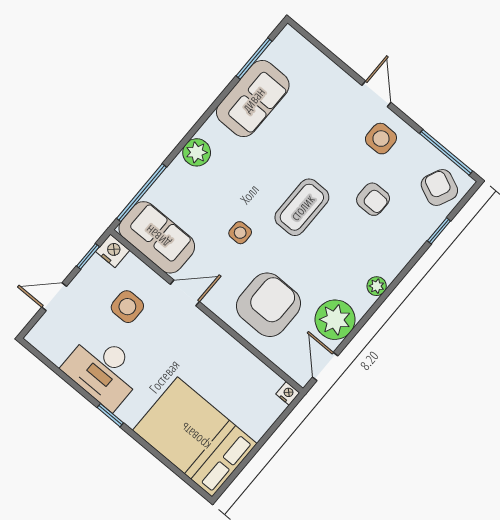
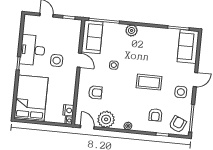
sofa: (253, 99) -> (188, 47), moved, turned 90
armchair: (373, 199) -> (155, 115), moved
coffee table: (302, 207) -> (149, 82), moved
nightstand: (113, 251) -> (68, 110), moved
armchair: (268, 305) -> (95, 92), width x0.53, depth x0.53
side table: (127, 307) -> (57, 61), moved
door: (325, 367) -> (87, 127), hinge flipped

